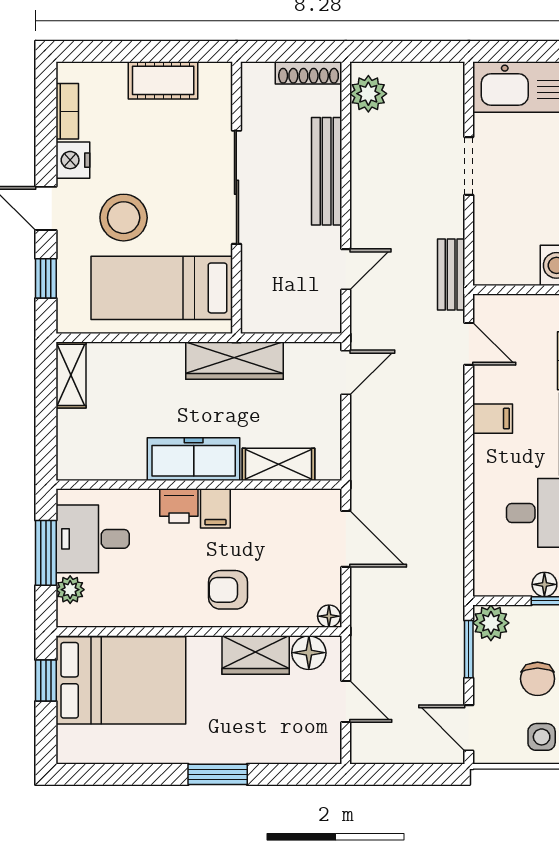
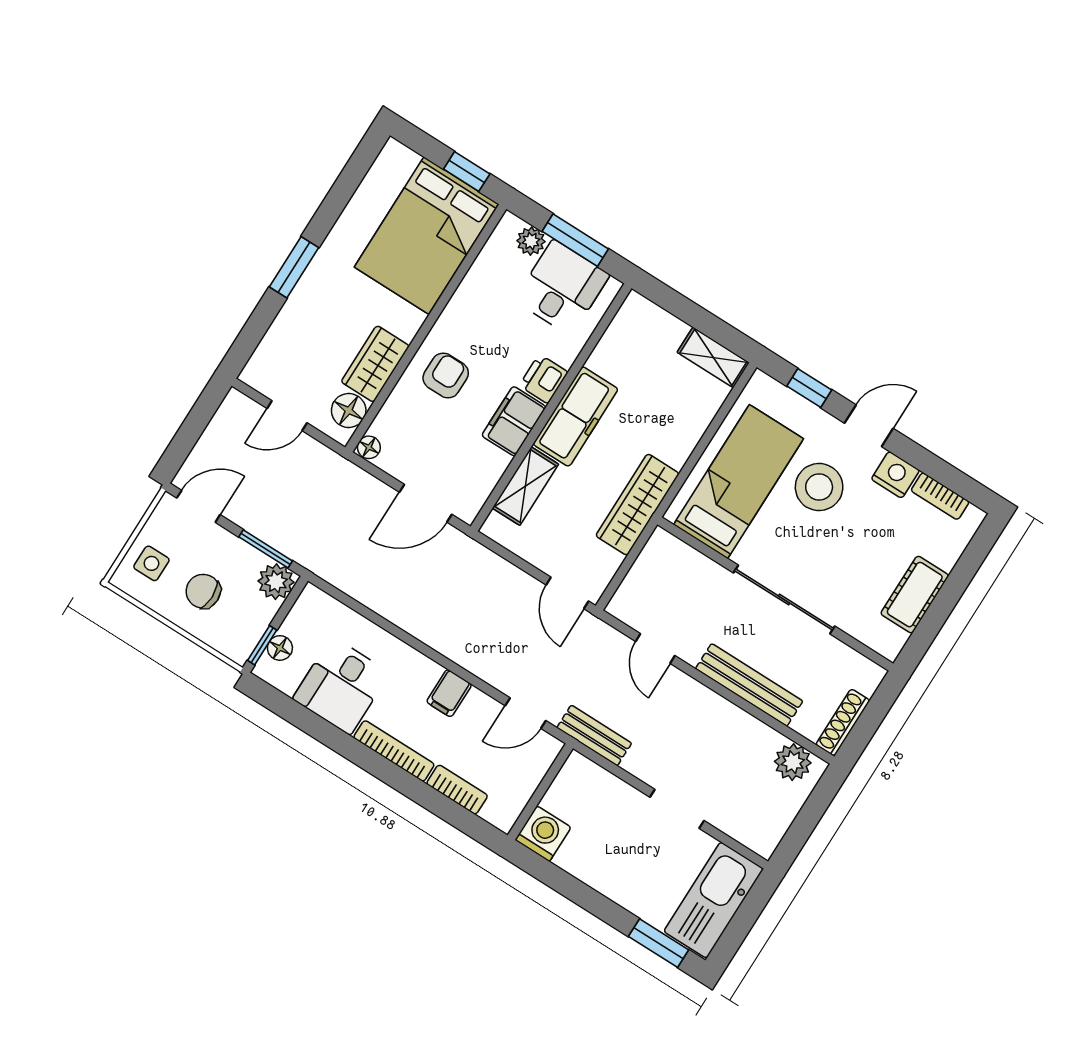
filing cabinet: (215, 508) -> (514, 421), width x2.00

